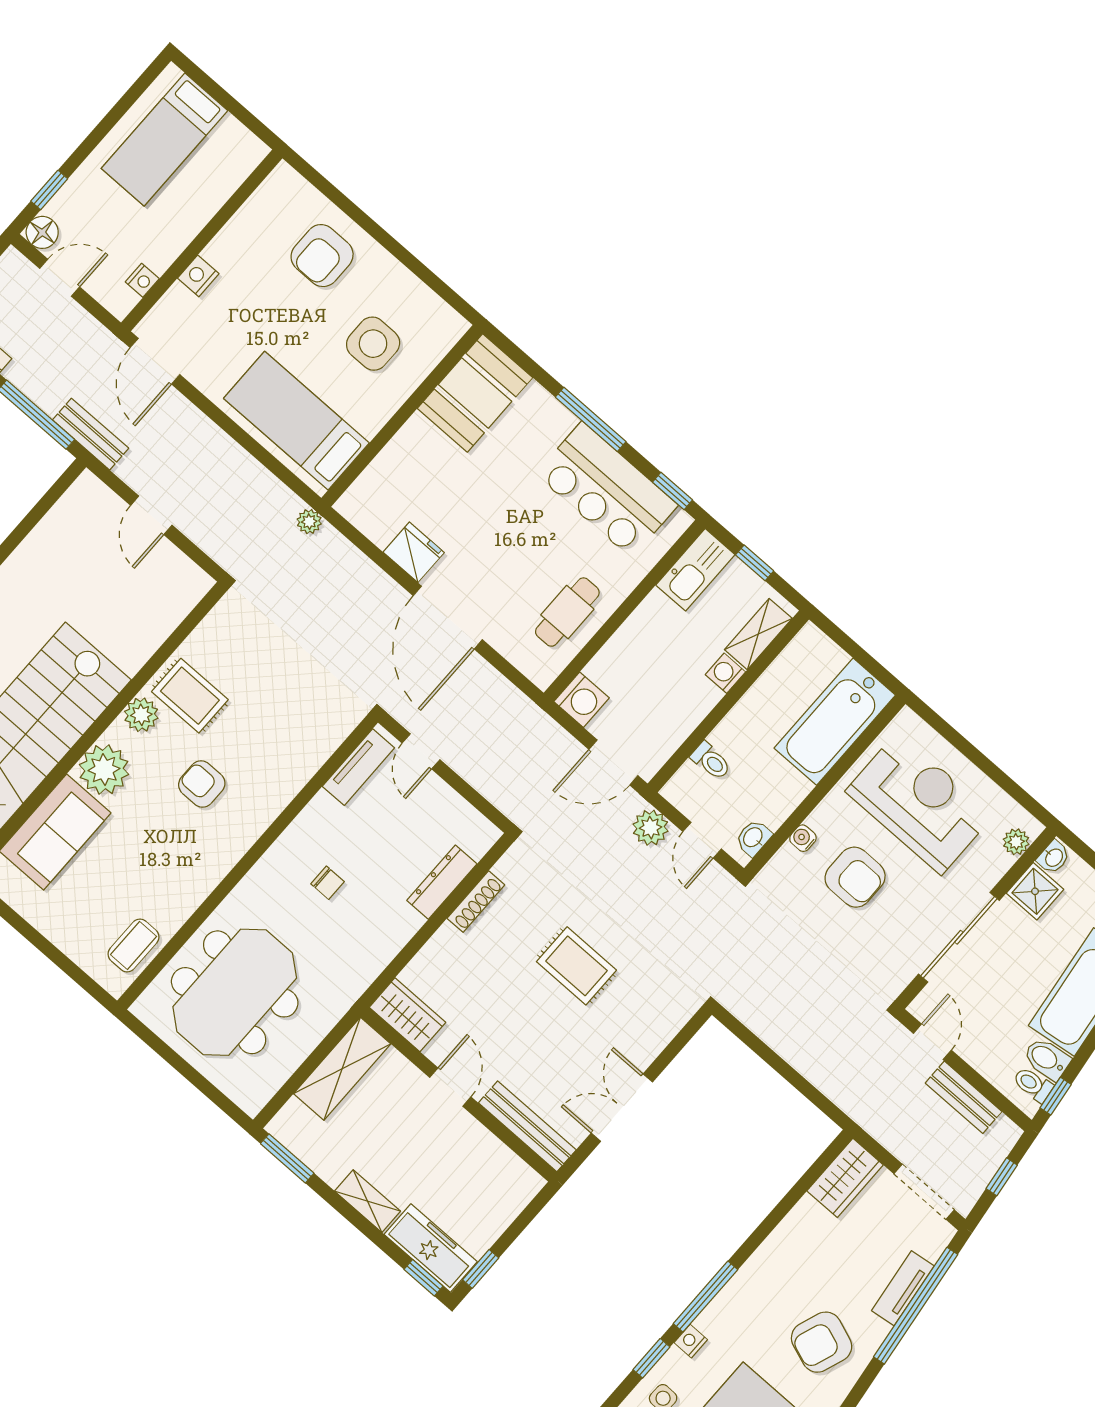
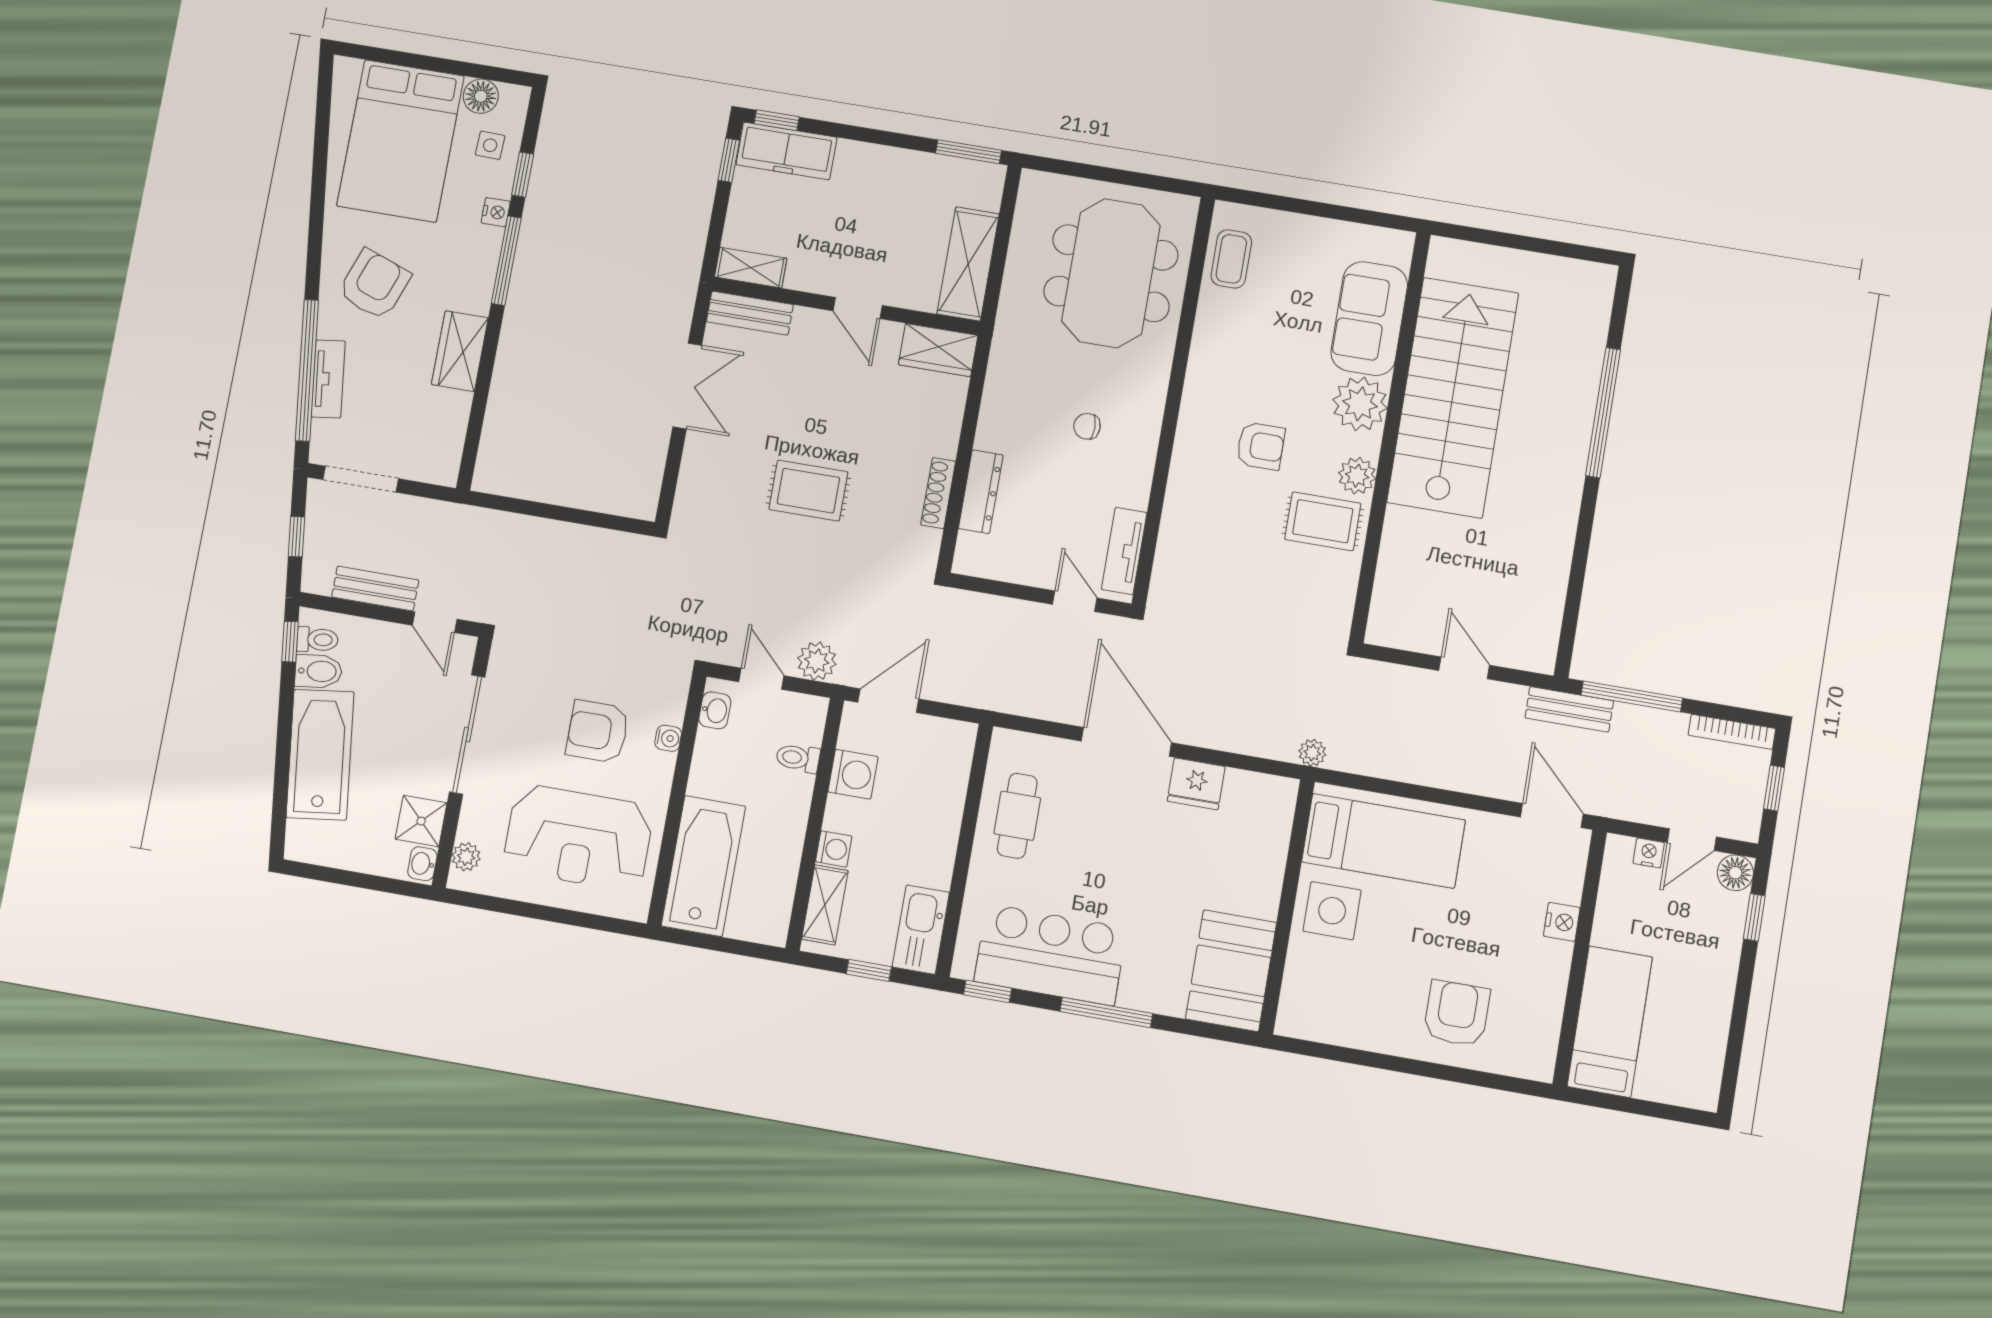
bed: (164, 140) -> (1610, 1022), moved
nightstand: (142, 280) -> (1649, 853), moved, turned 90
side table: (373, 344) -> (1332, 911), moved
washing machine: (582, 700) -> (853, 774), moved, turned 180
bench: (527, 1126) -> (750, 313), width x0.73
wardrobe: (845, 1178) -> (460, 351), moved
shelving: (368, 1201) -> (751, 268), moved

